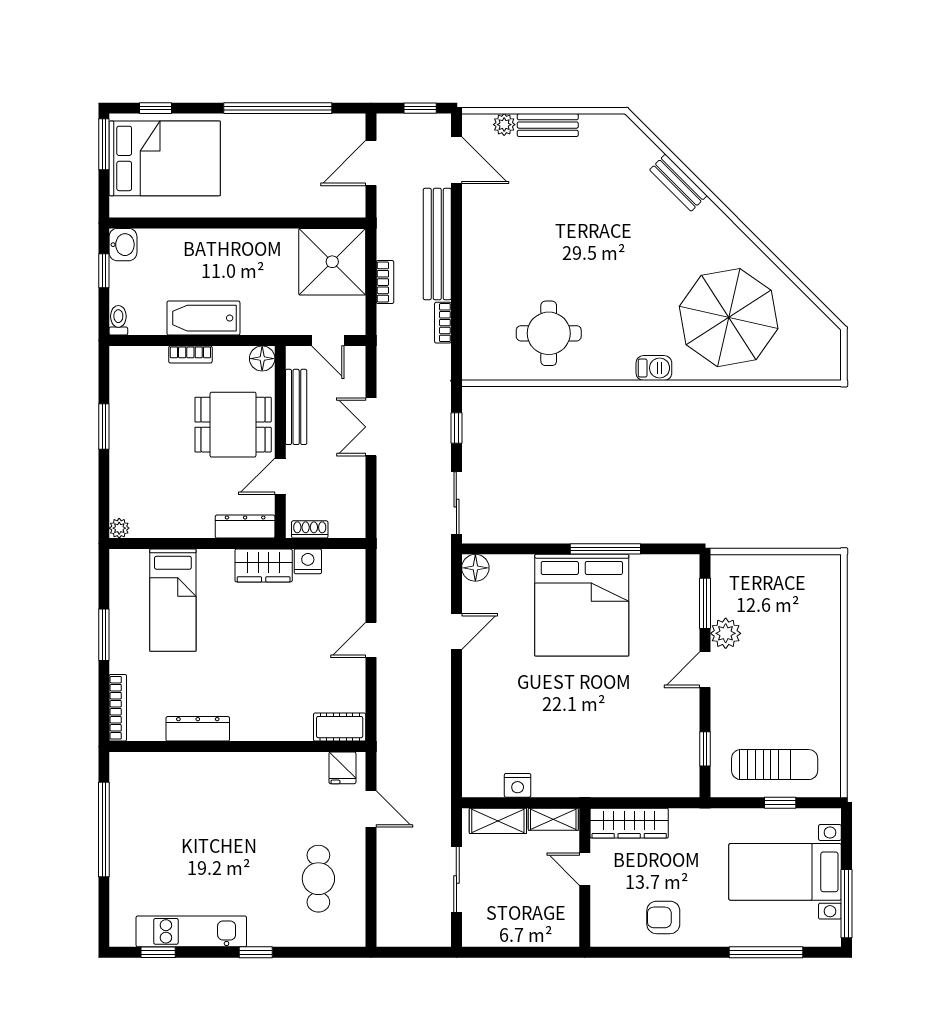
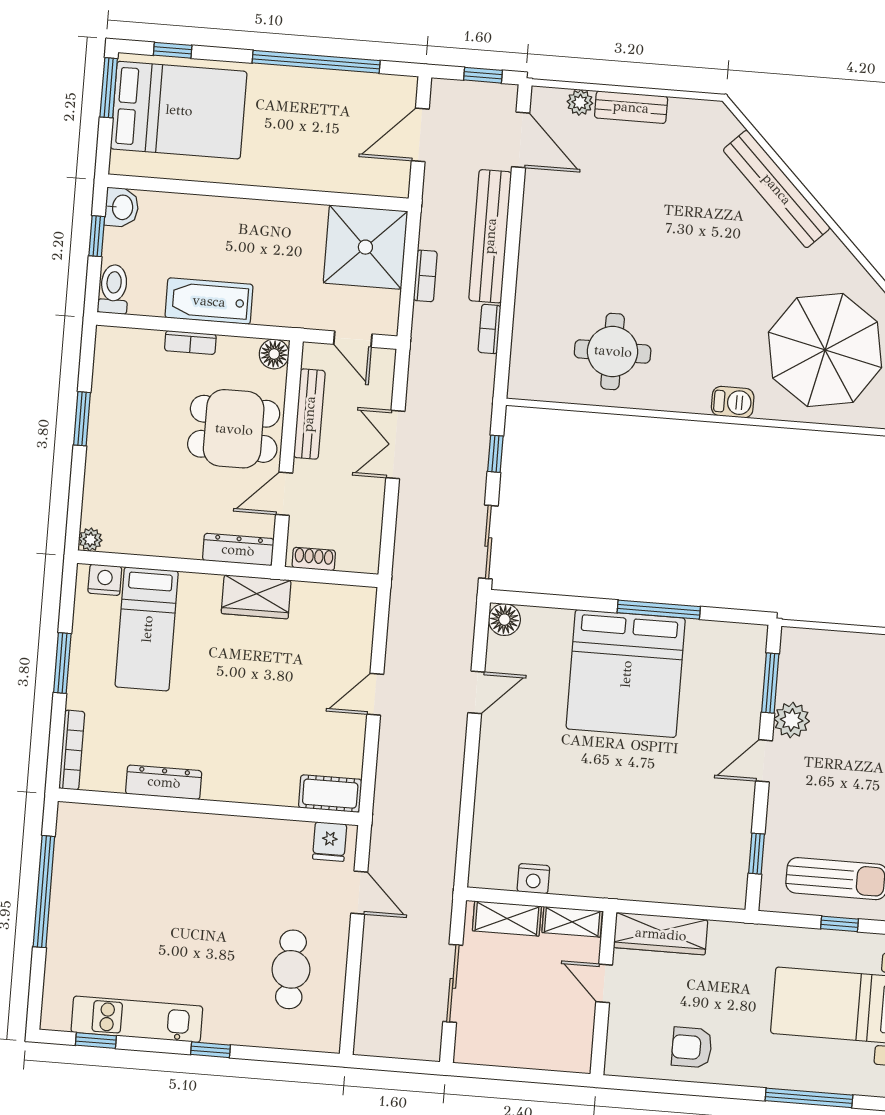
bench: (678, 183) -> (777, 189), width x1.86, depth x1.21
toilet: (118, 320) -> (114, 289), width x1.37, depth x1.39
nightstand: (308, 561) -> (105, 580), moved

